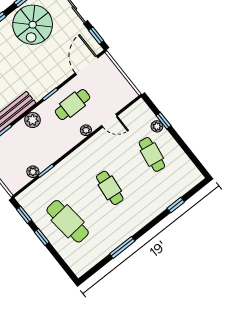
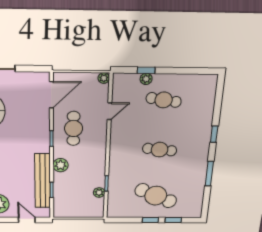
window: (96, 36) -> (33, 69), removed
door: (87, 65) -> (51, 95), swing flipped
plant: (86, 130) -> (104, 78), moved
window: (176, 205) -> (214, 134), moved
window: (24, 215) -> (173, 220), moved
cafe table: (68, 221) -> (156, 196), turned 30

